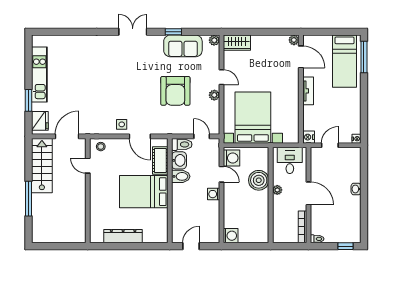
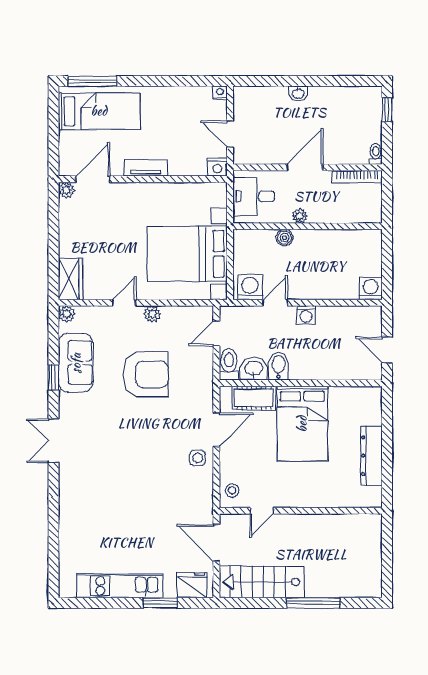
boiler: (259, 180) -> (285, 238), width x0.54, depth x0.54

